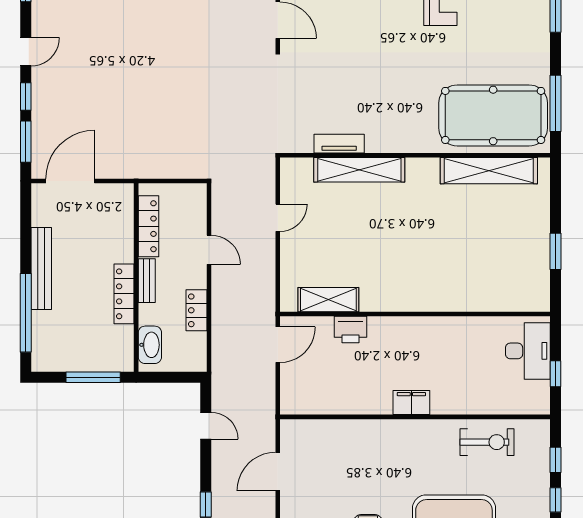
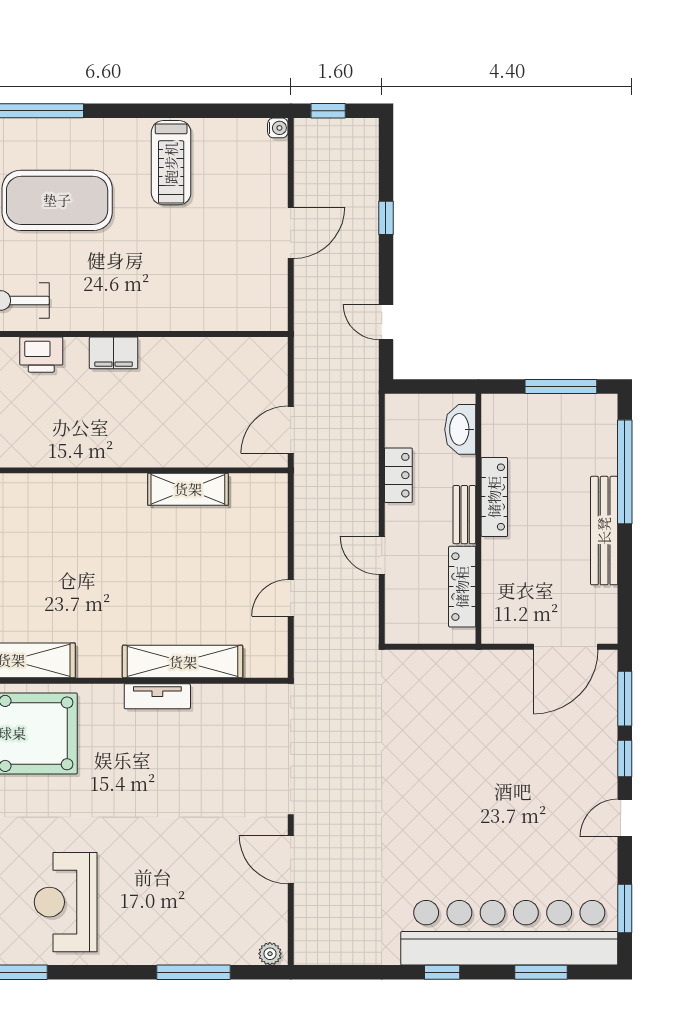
tv unit: (339, 144) -> (157, 696), moved
shelving: (328, 300) -> (188, 489), moved
printer: (351, 329) -> (41, 355), moved, turned 180
window: (93, 377) -> (561, 387), moved
door: (278, 472) -> (291, 233), moved

